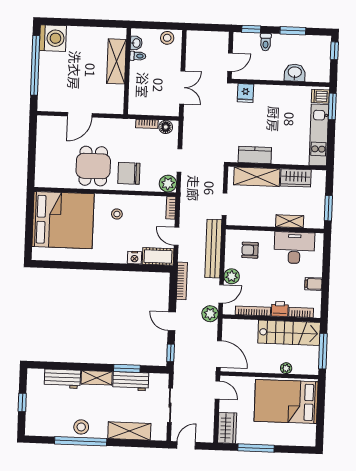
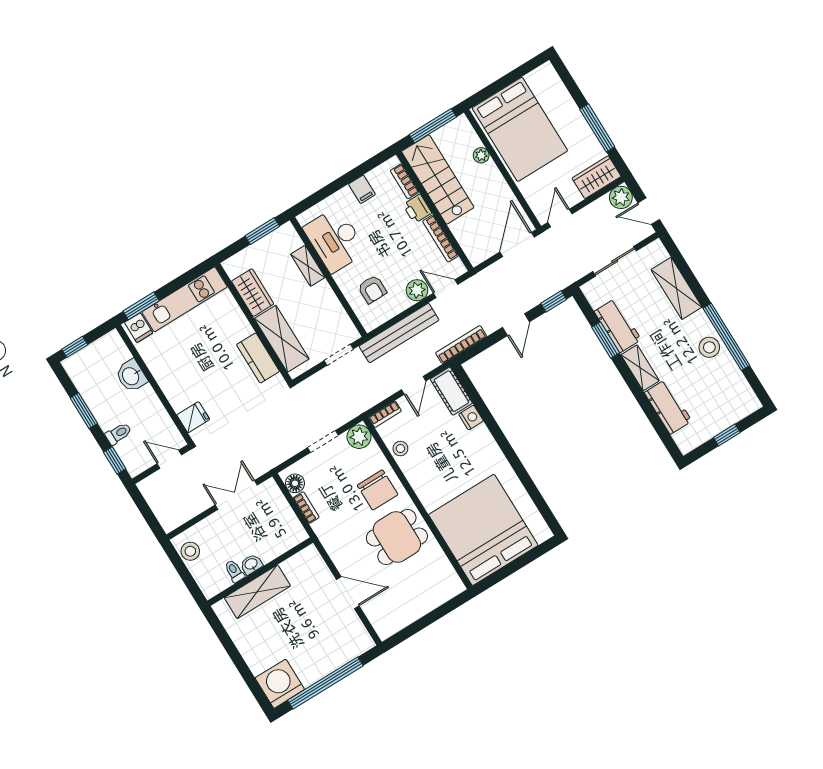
washbasin: (136, 43) -> (251, 564), moved
stool: (117, 214) -> (400, 449), moved
plant: (210, 314) -> (621, 197), moved

